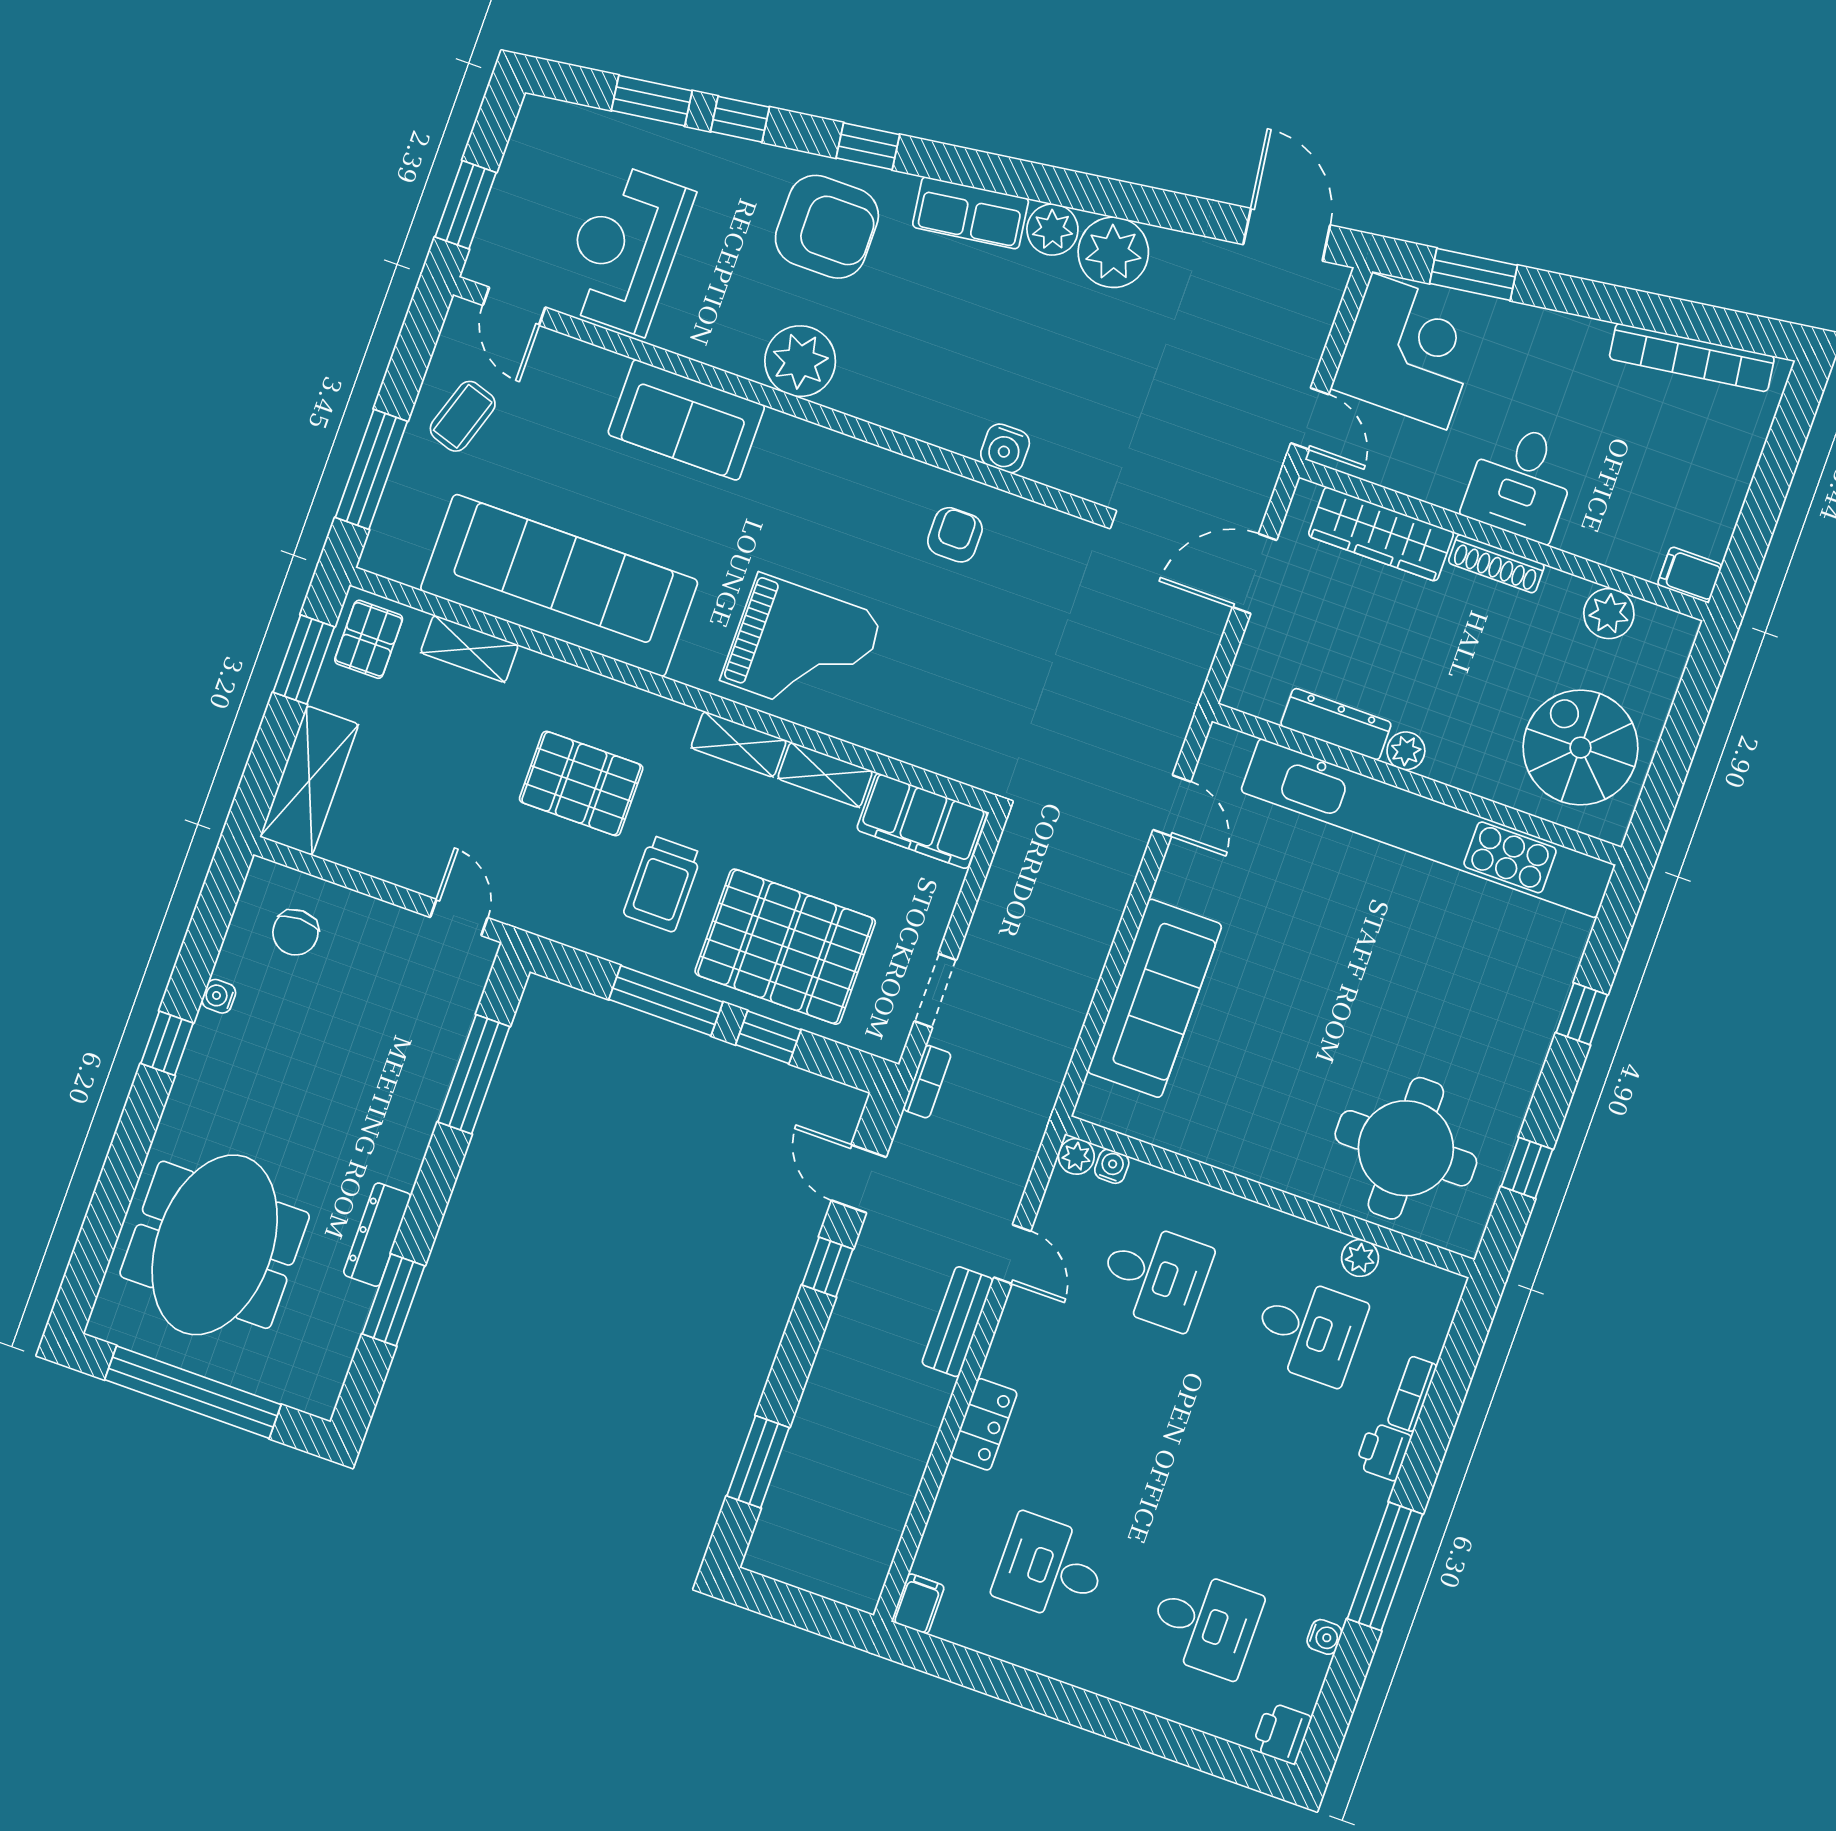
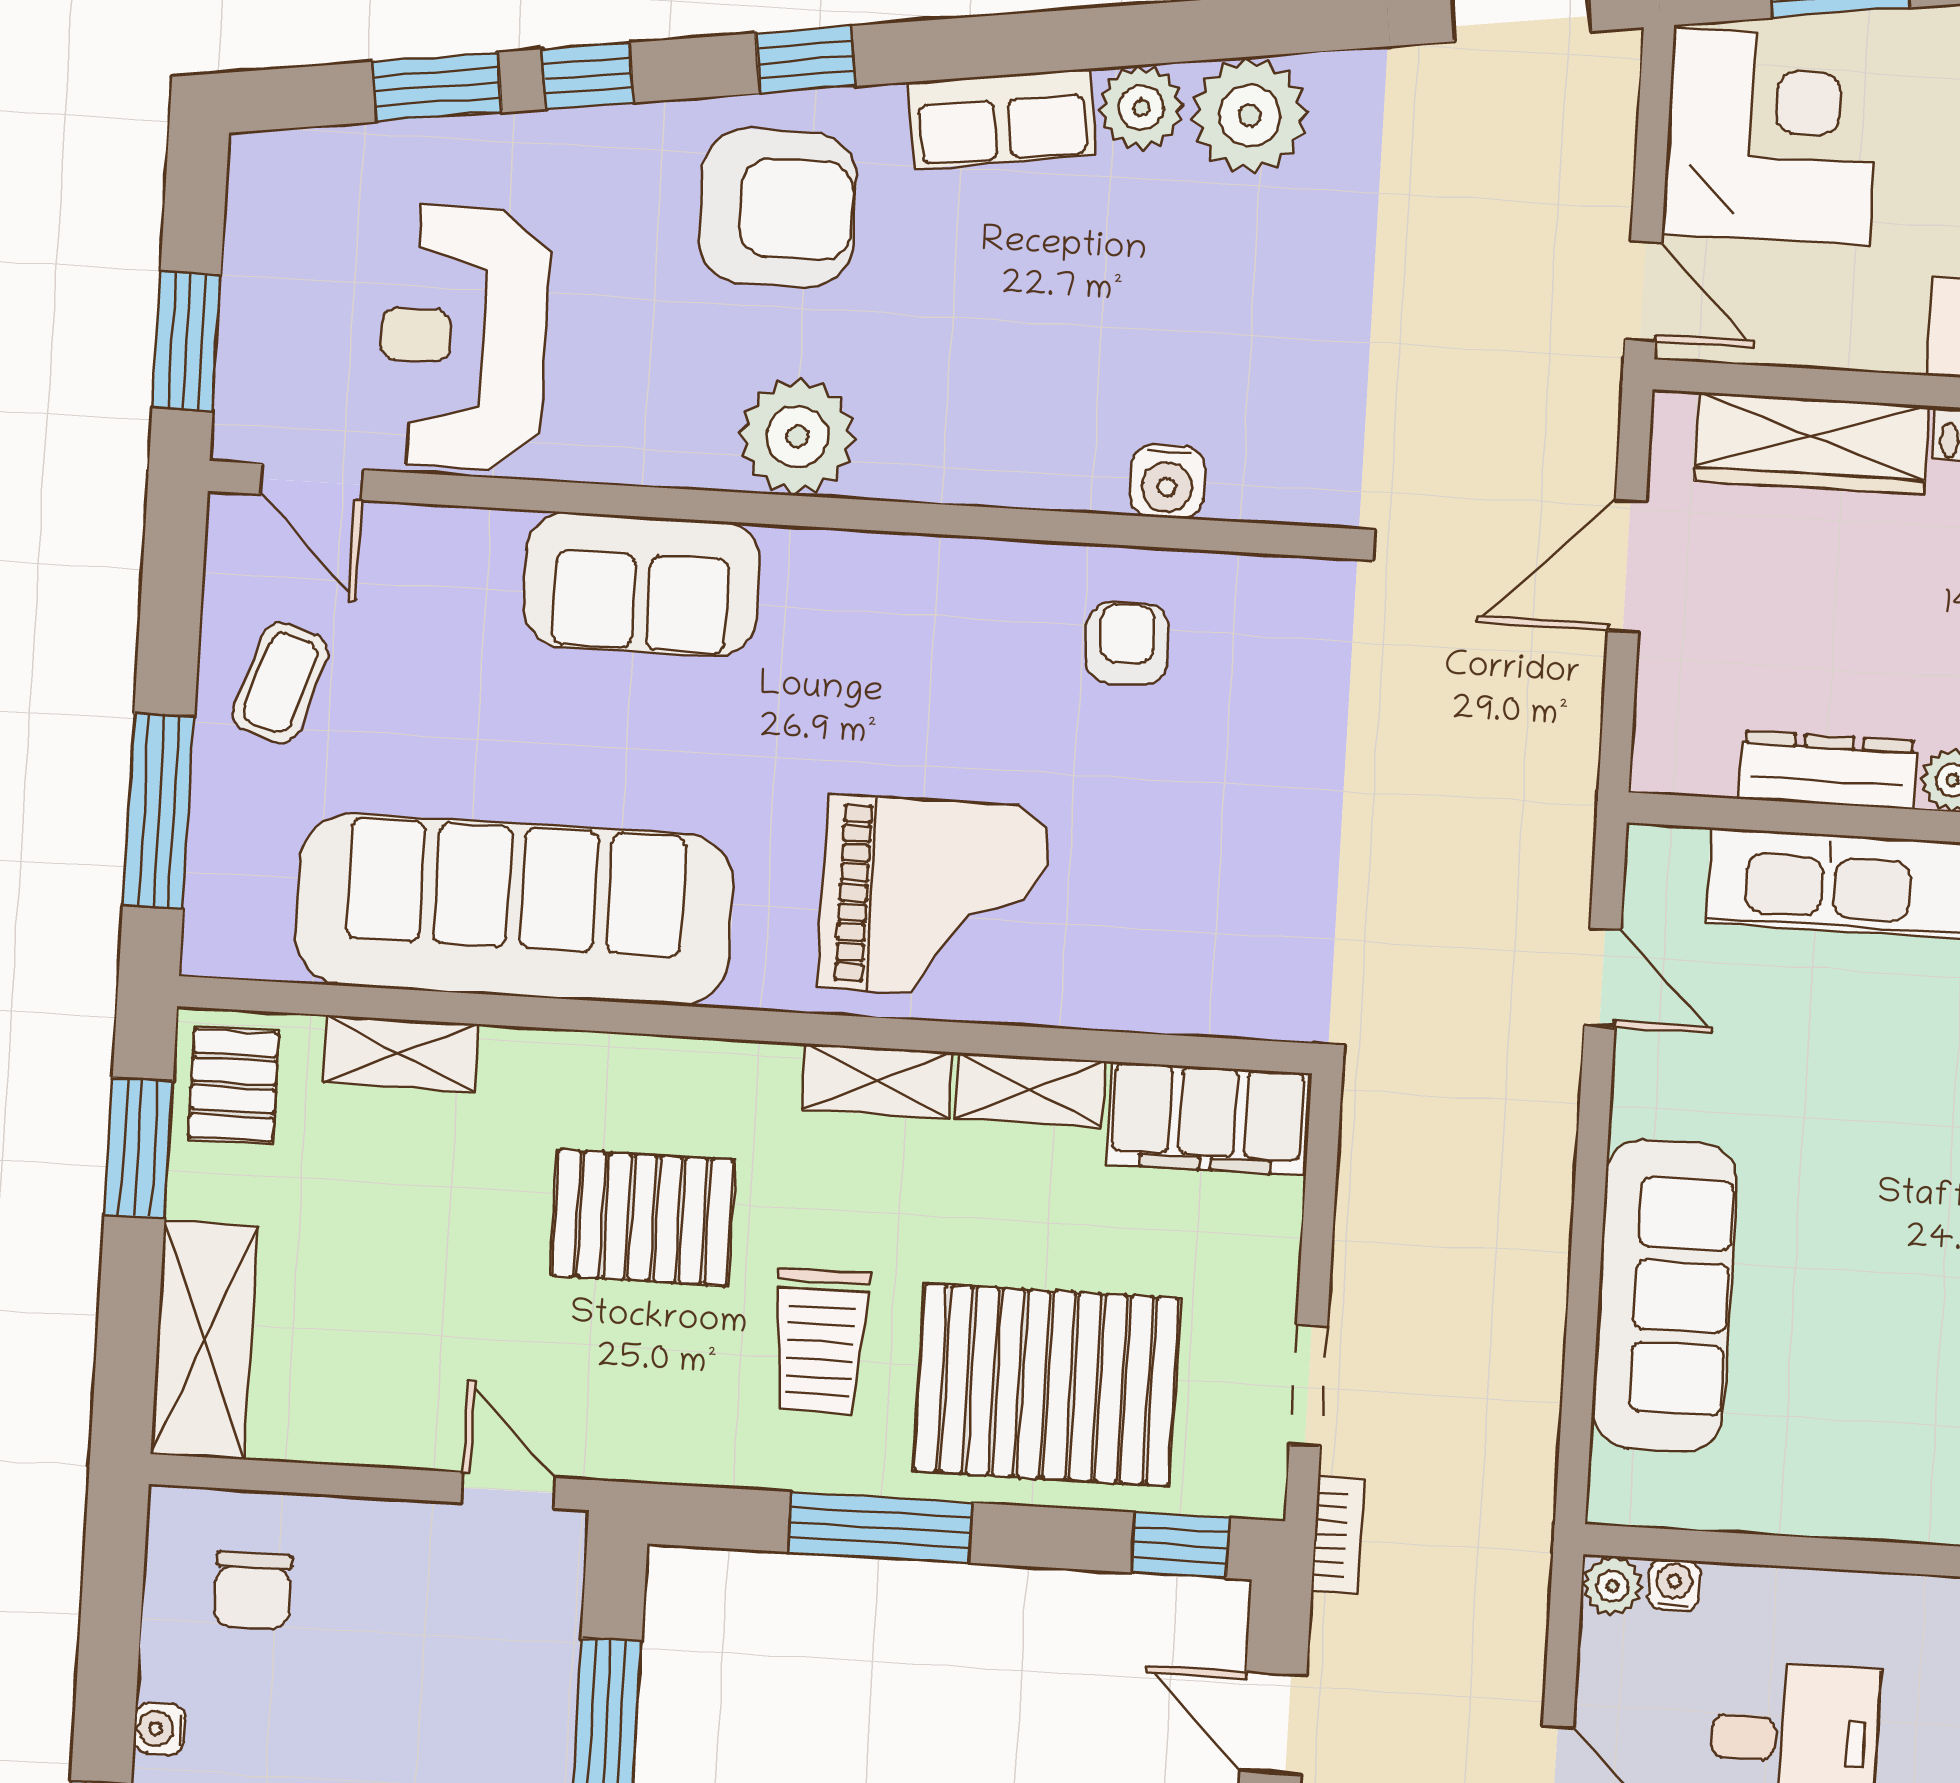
window: (768, 1037) -> (1181, 1545), moved

